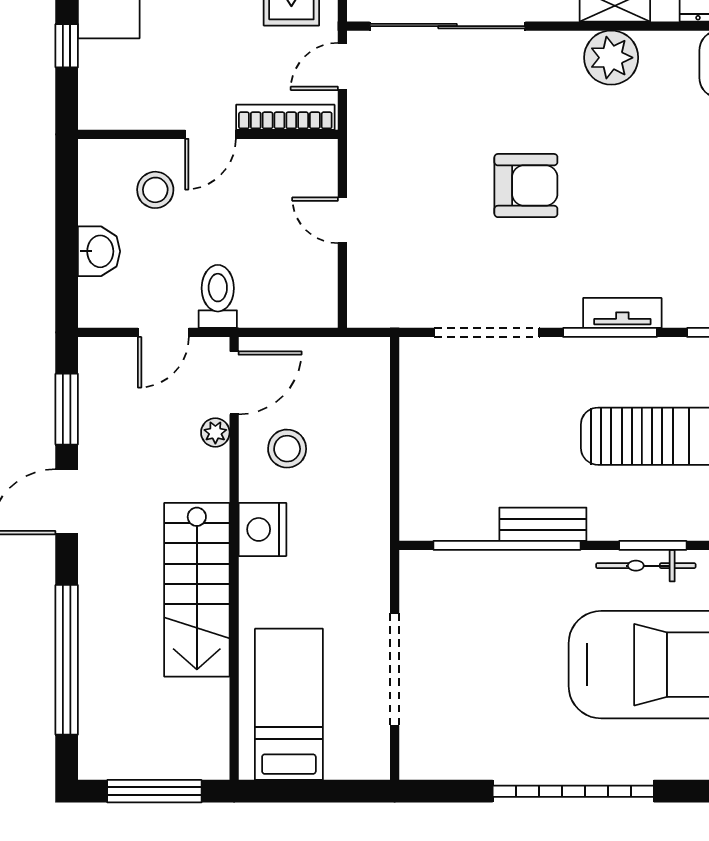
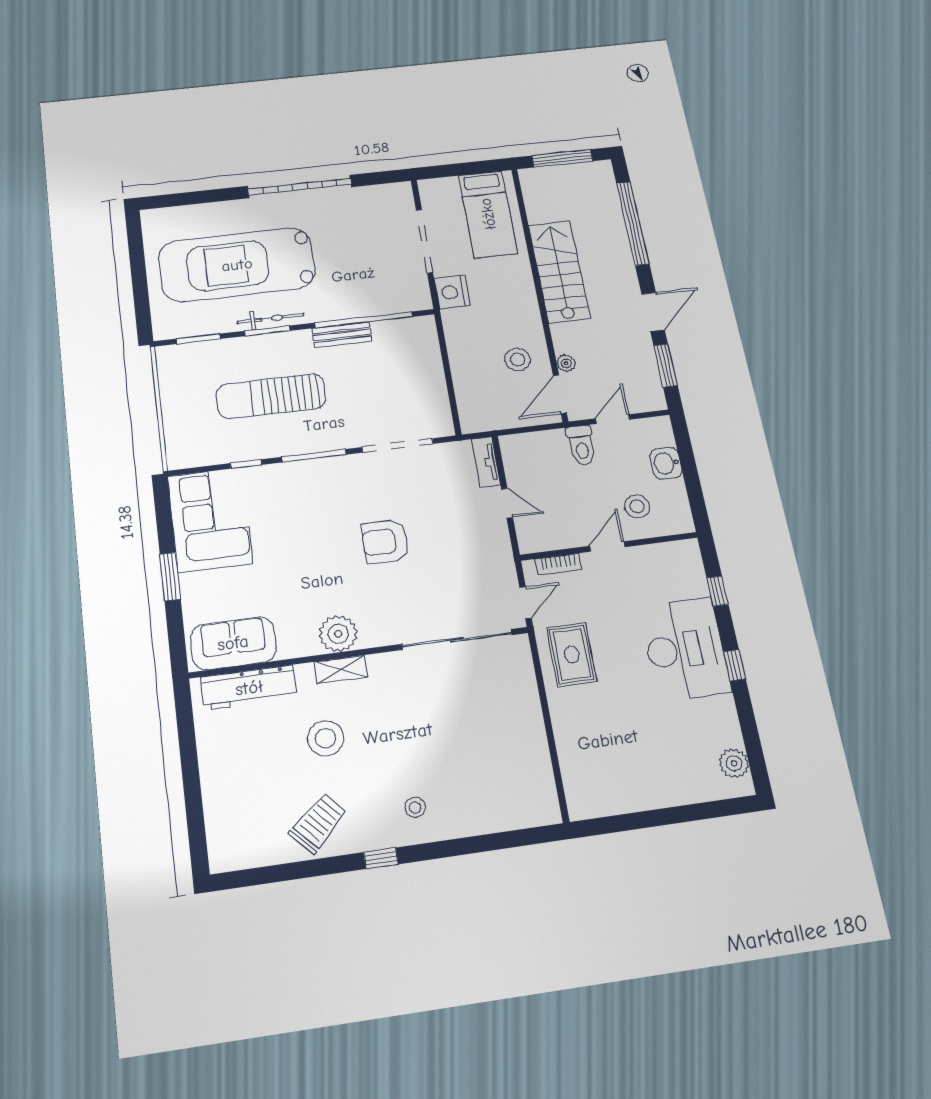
bookcase: (285, 117) -> (558, 564), width x0.64
tv unit: (622, 313) -> (486, 462), moved, turned 90
nightstand: (262, 529) -> (452, 292), moved, turned 180

